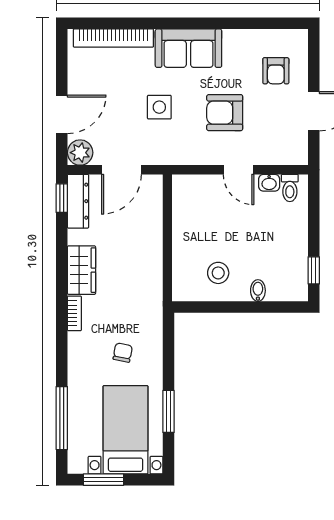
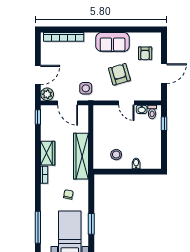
sofa: (188, 48) -> (113, 42), moved
side table: (159, 107) -> (86, 88), moved
armchair: (225, 113) -> (119, 74), turned 74
door: (121, 170) -> (68, 103), hinge flipped
dresser: (78, 201) -> (46, 119), removed
window: (314, 270) -> (164, 124), moved
wardrobe: (148, 276) -> (81, 156), added

